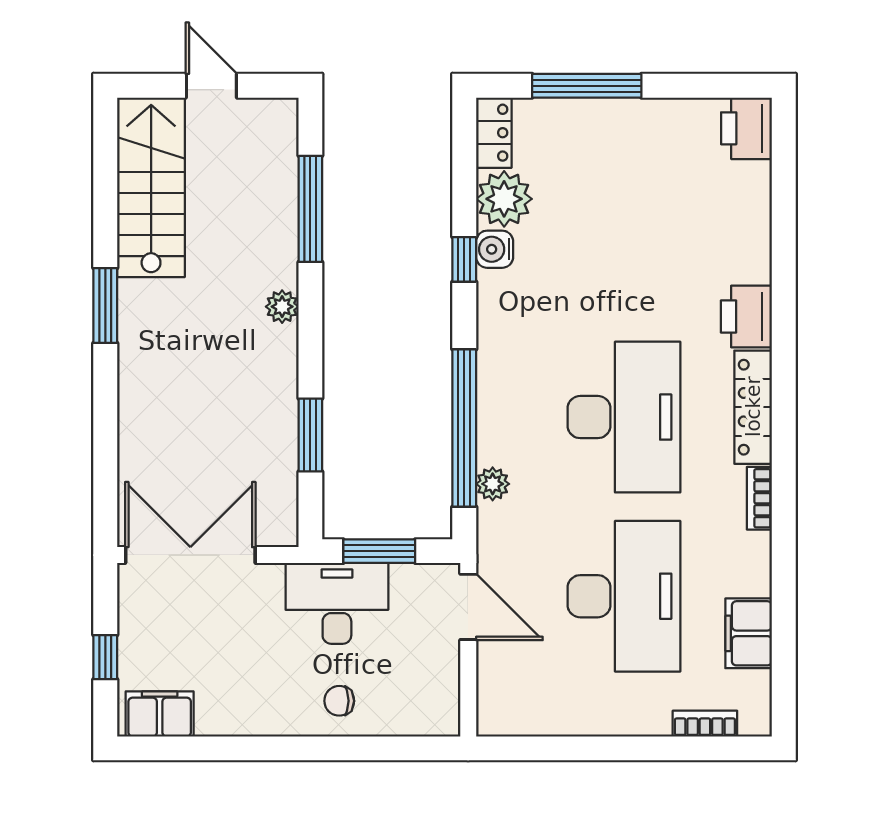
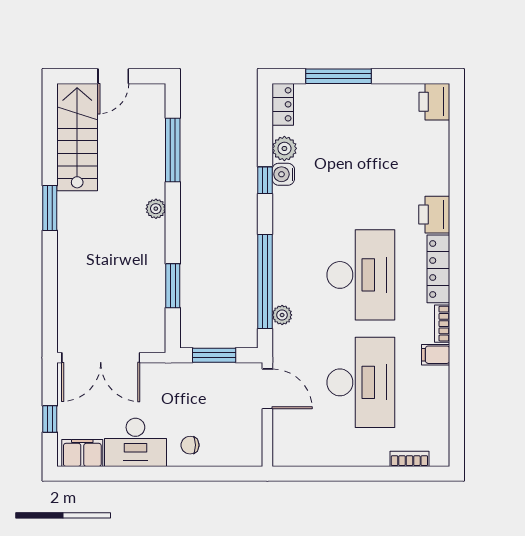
door: (211, 86) -> (113, 76), swing flipped
plant: (504, 199) -> (284, 148), width x0.73, depth x0.73
double door: (190, 555) -> (101, 358), swing flipped
desk: (337, 603) -> (135, 442), moved, turned 180
filing cabinet: (749, 633) -> (436, 355), moved, width x0.50

